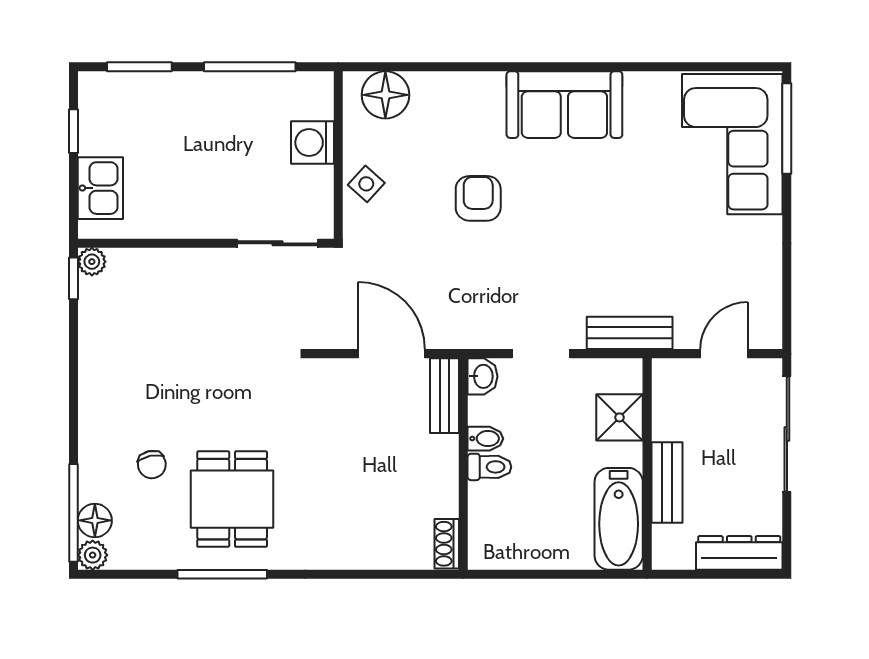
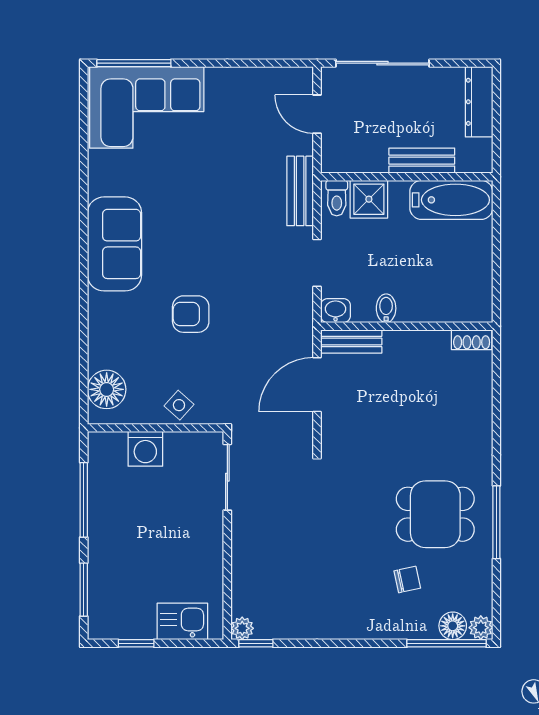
toilet: (489, 467) -> (337, 198), moved, turned 180

